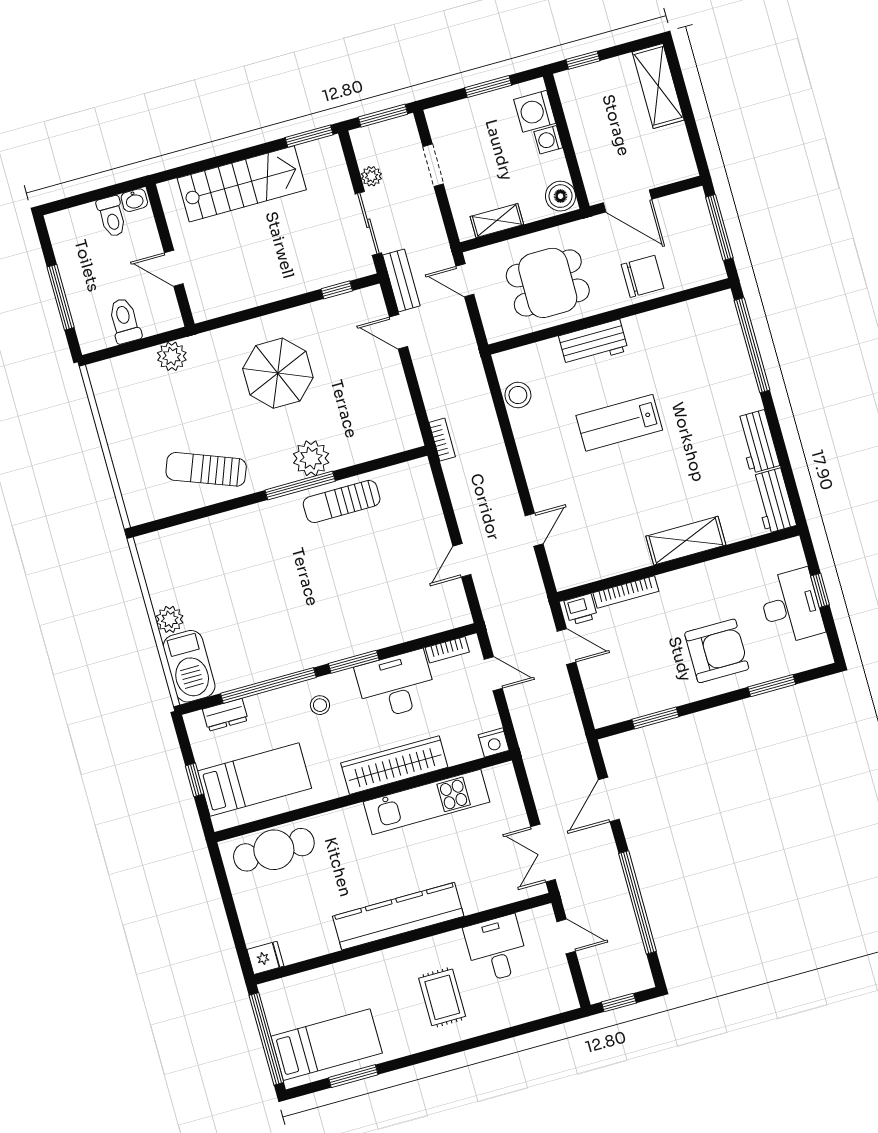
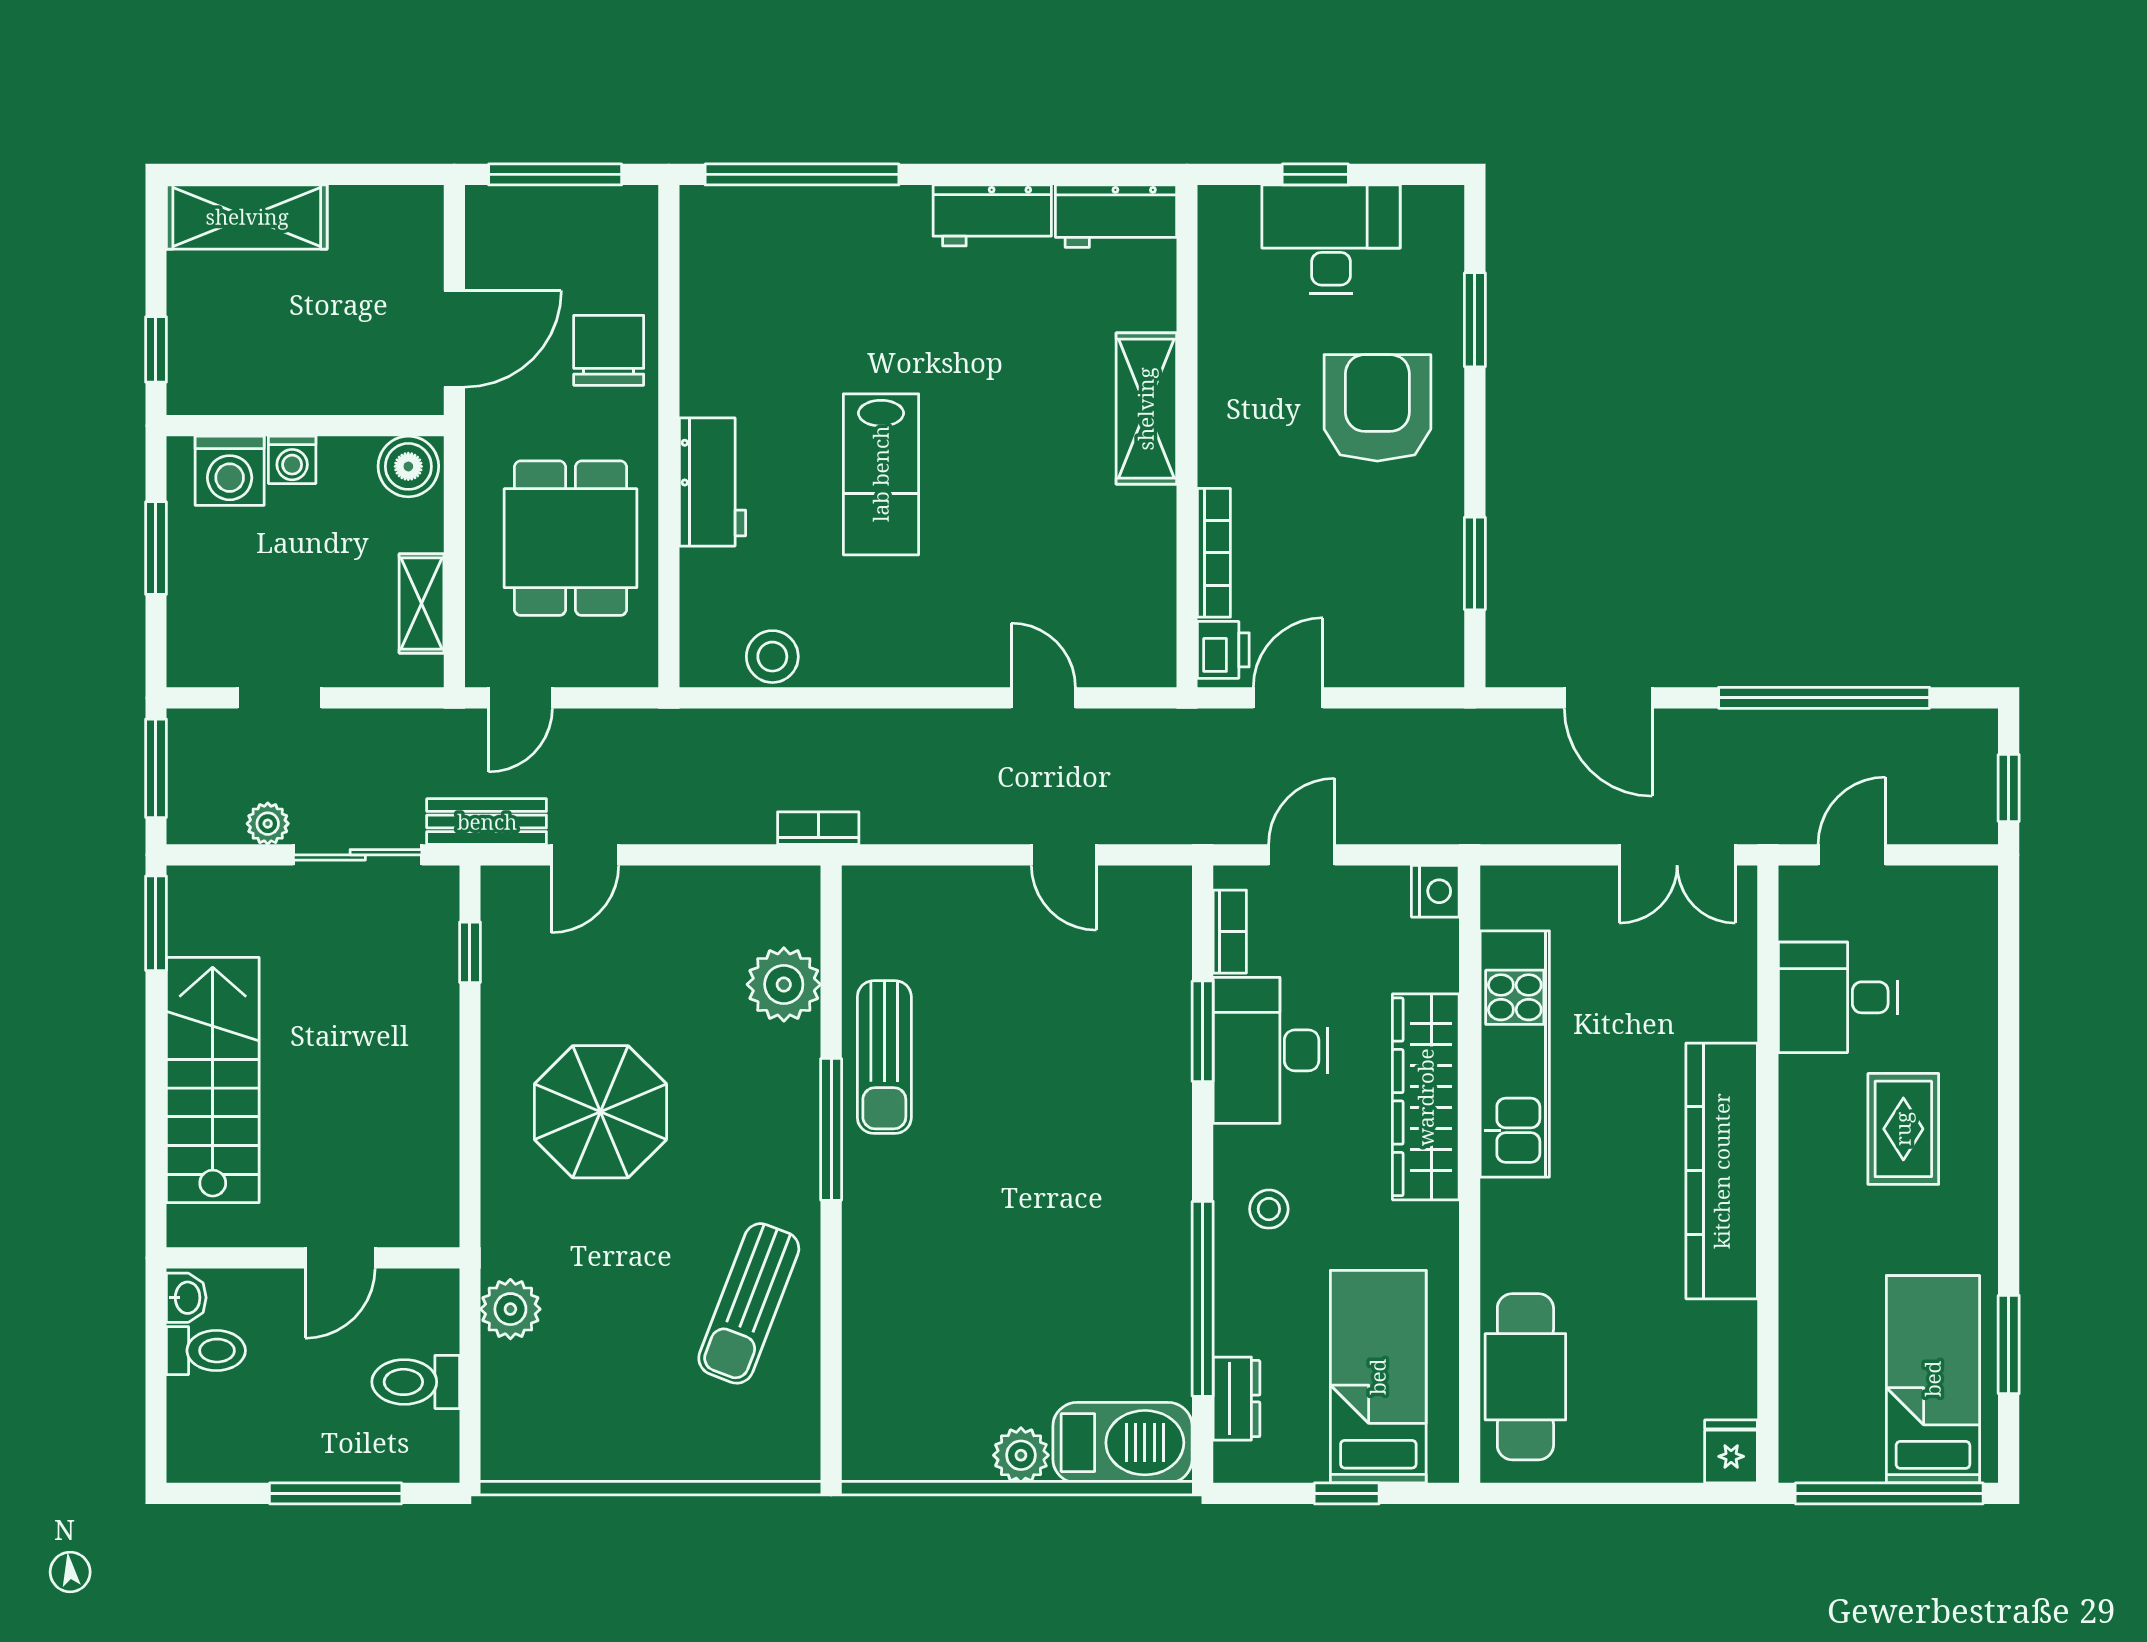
plant: (311, 458) -> (784, 984), moved
window: (354, 662) -> (1203, 1031), moved
rug: (442, 997) -> (1903, 1129), turned 90

